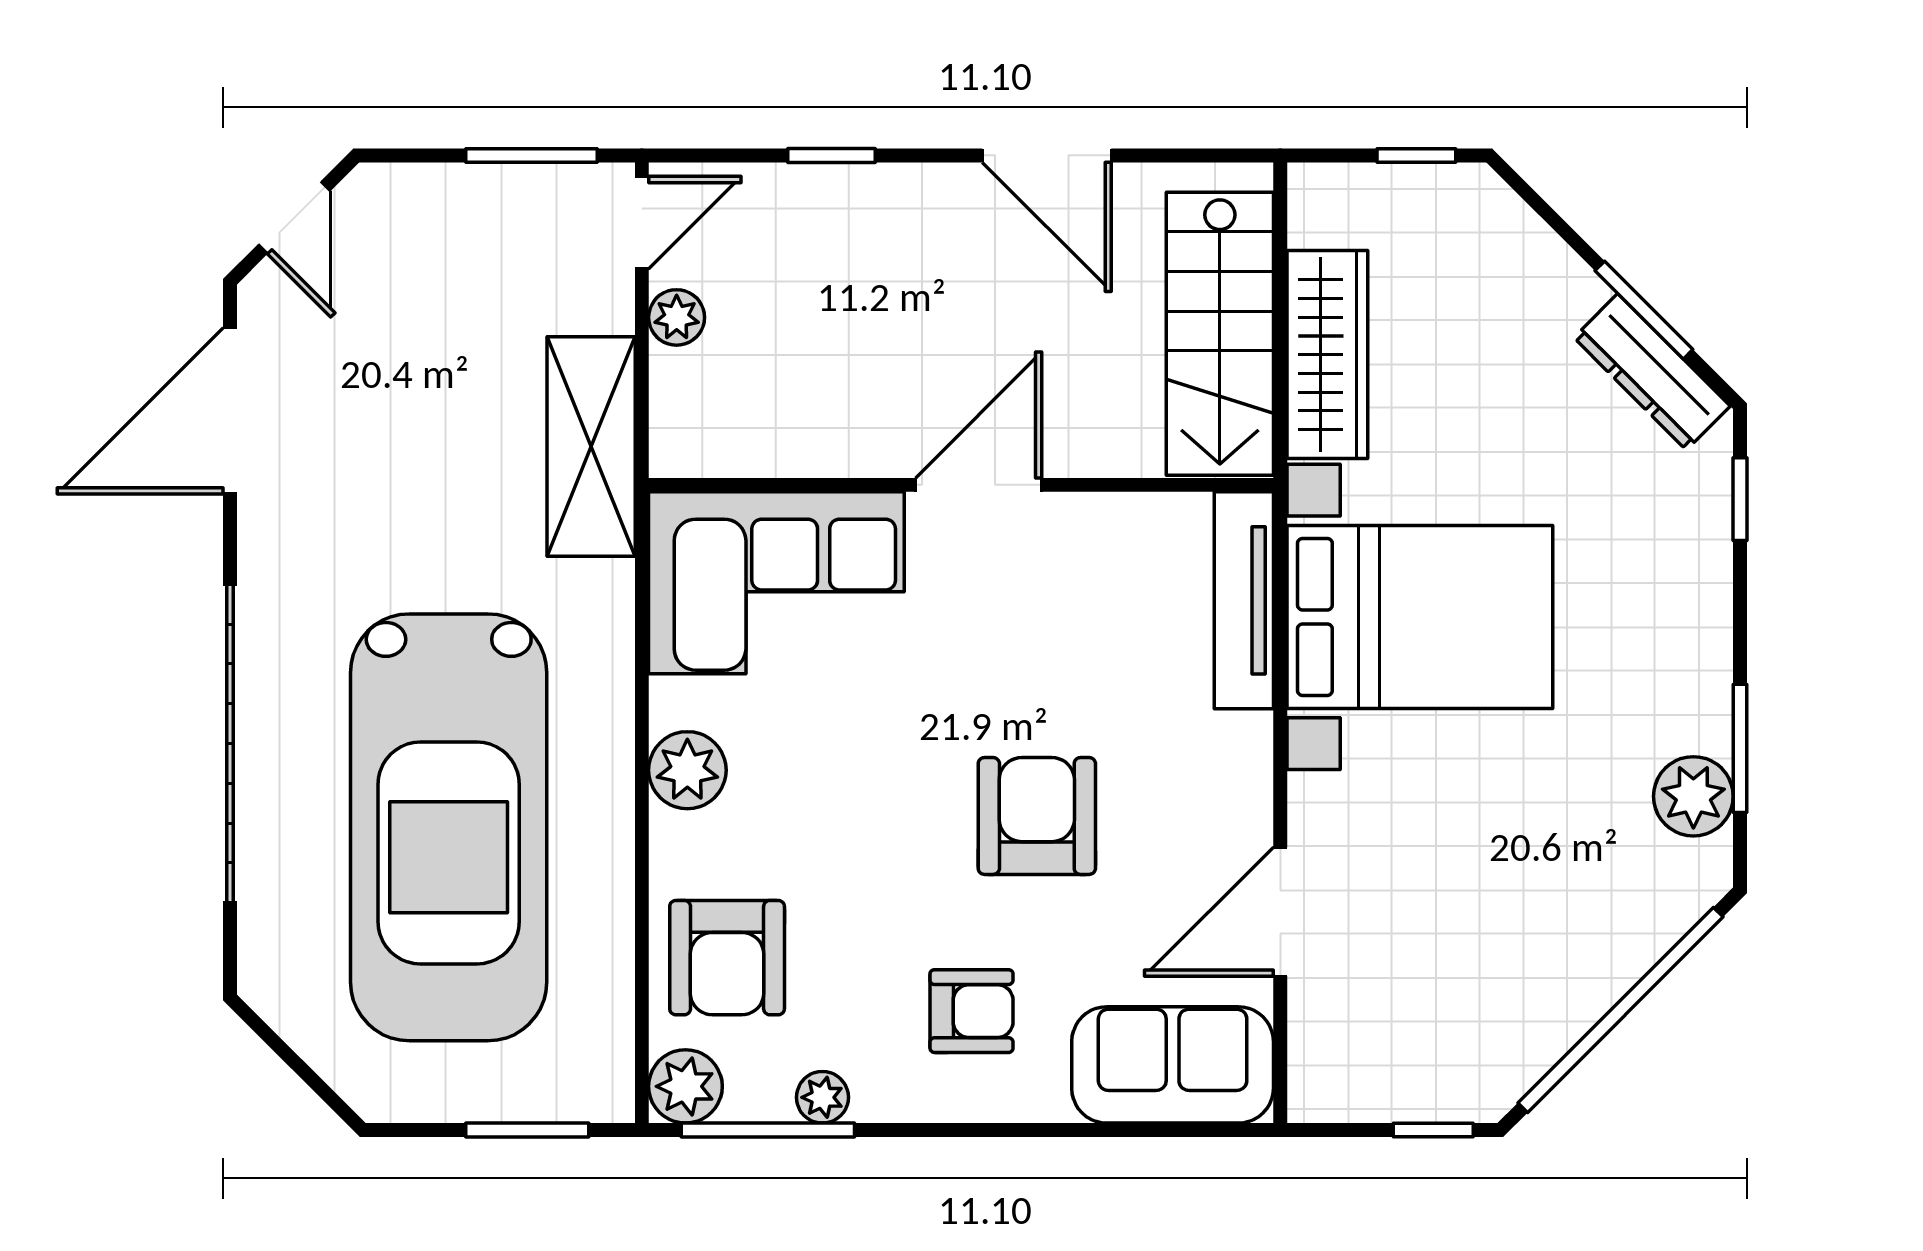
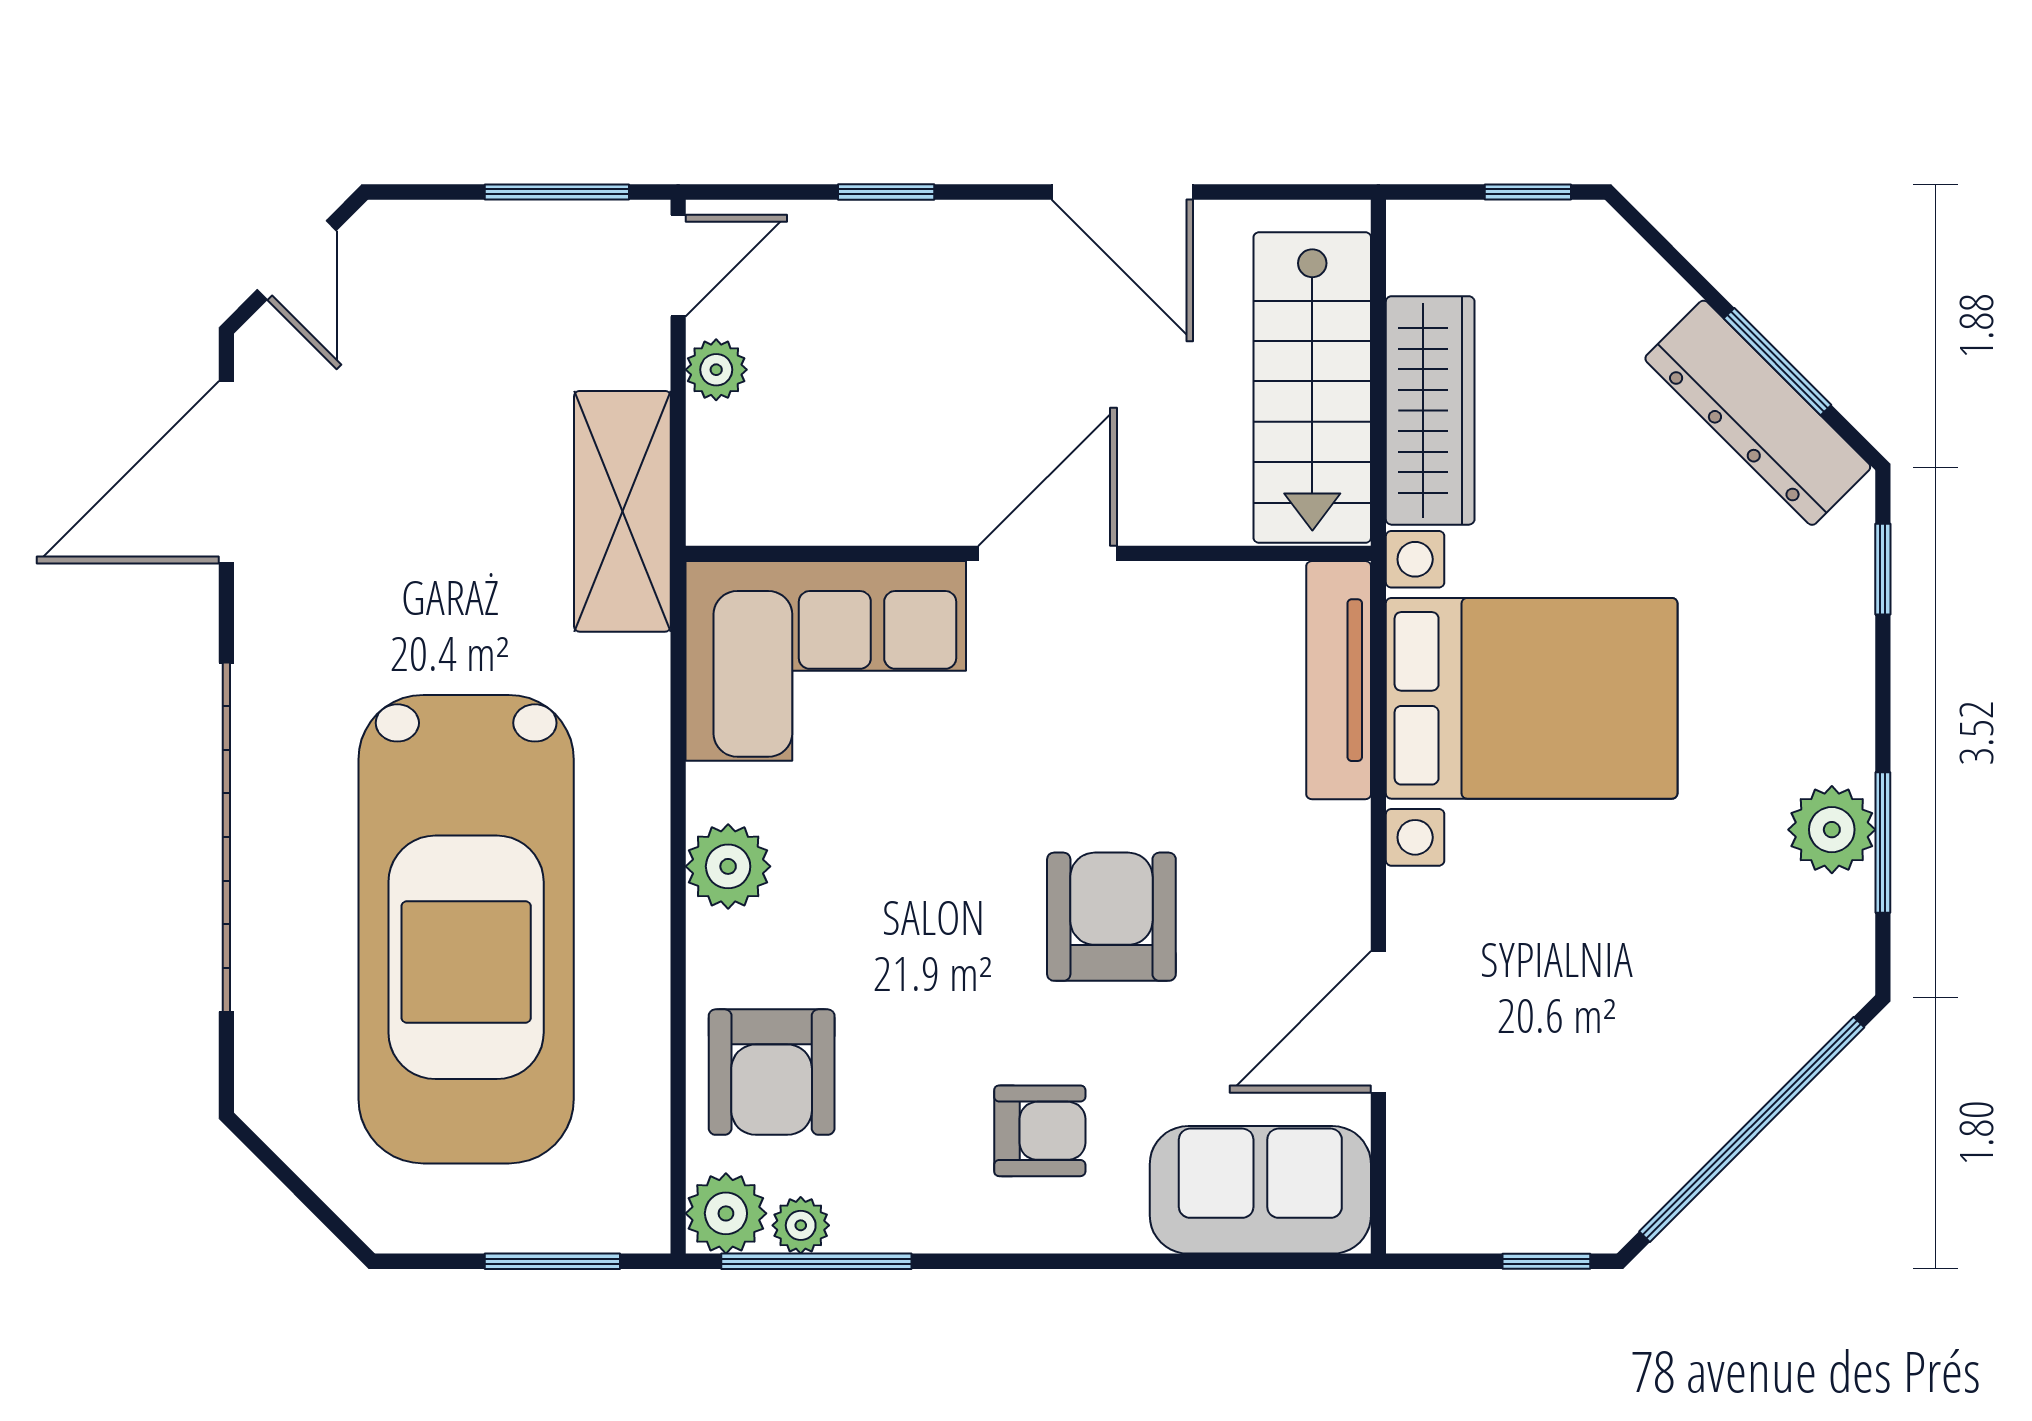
dresser: (1652, 372) -> (1758, 413), width x1.37, depth x1.24
plant: (1693, 796) -> (1832, 830), moved
plant: (822, 1097) -> (801, 1225), moved

